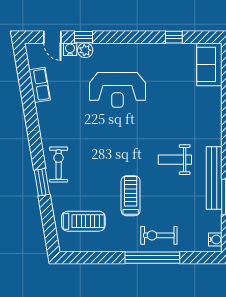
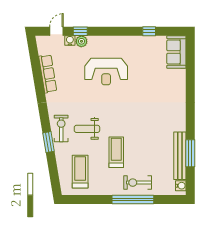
door: (52, 37) -> (56, 31), swing flipped
row of seats: (40, 85) -> (48, 74), width x1.48
weight bench: (175, 160) -> (87, 129), moved
bench: (214, 178) -> (180, 156), moved
treadmill: (83, 221) -> (80, 172), turned -90

